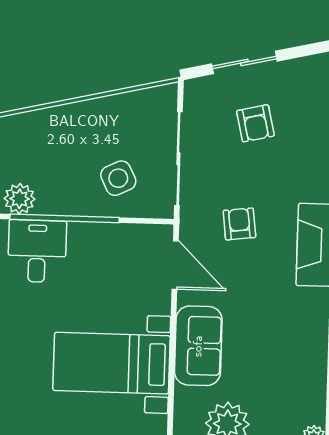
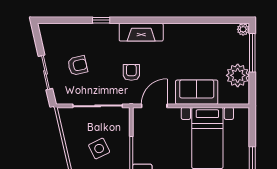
side table: (118, 178) -> (99, 149), moved
armchair: (239, 224) -> (131, 72), turned 97

